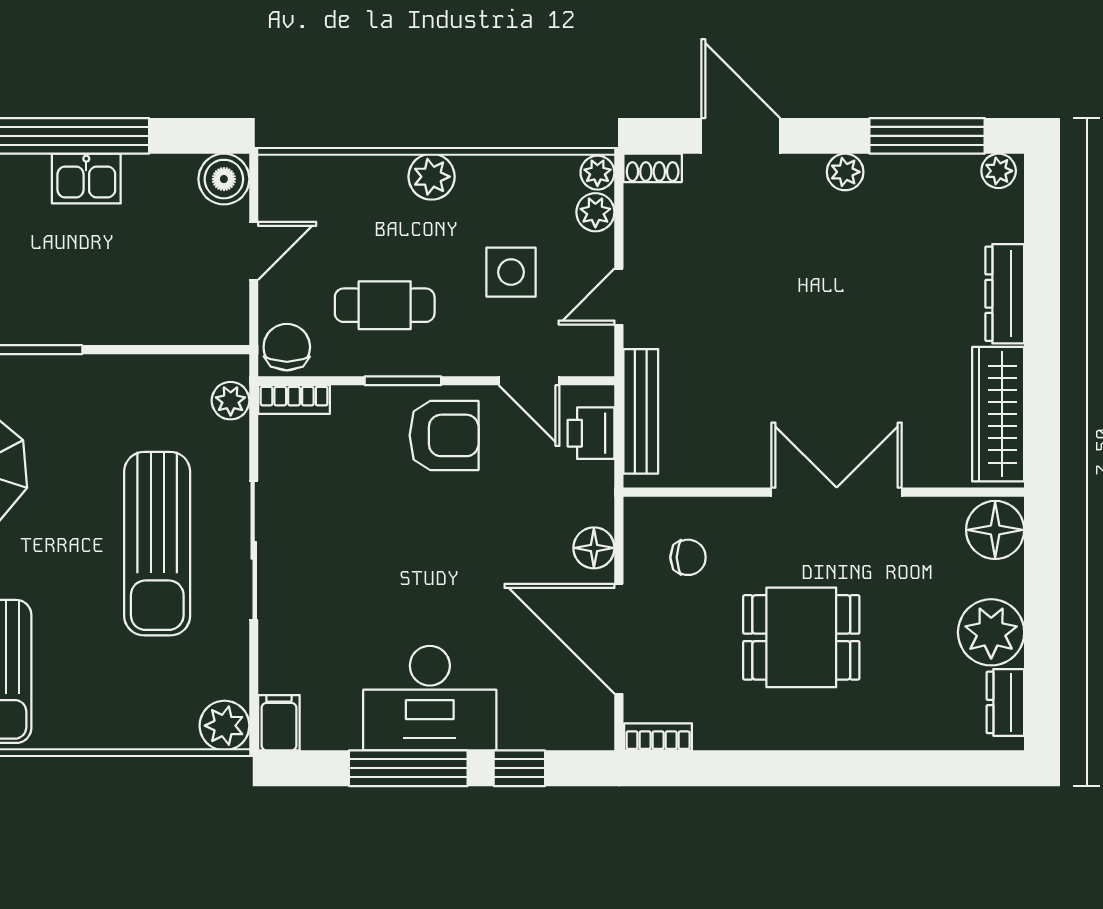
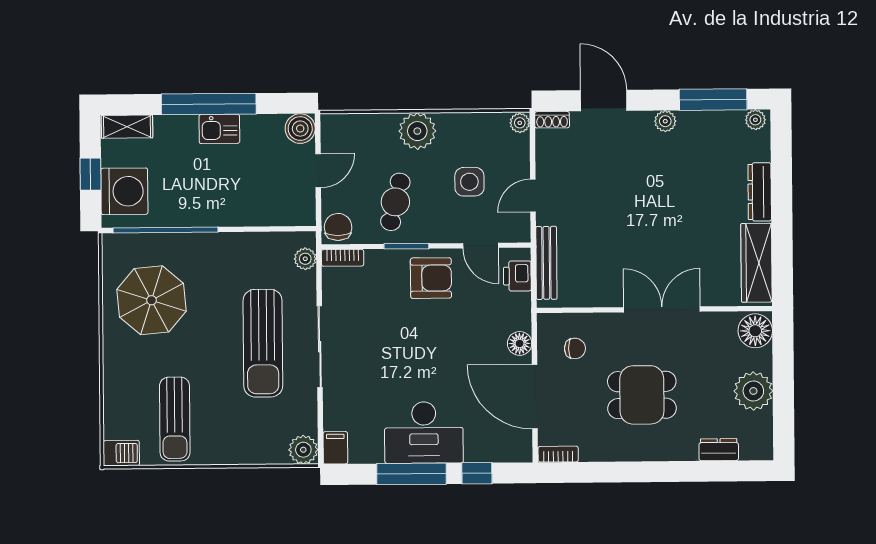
plant: (432, 177) -> (417, 131), width x1.36, depth x1.36
plant: (595, 212) -> (519, 146), removed
cafe table: (385, 305) -> (395, 202), turned -76
dresser: (1005, 702) -> (719, 450), moved, turned 90

